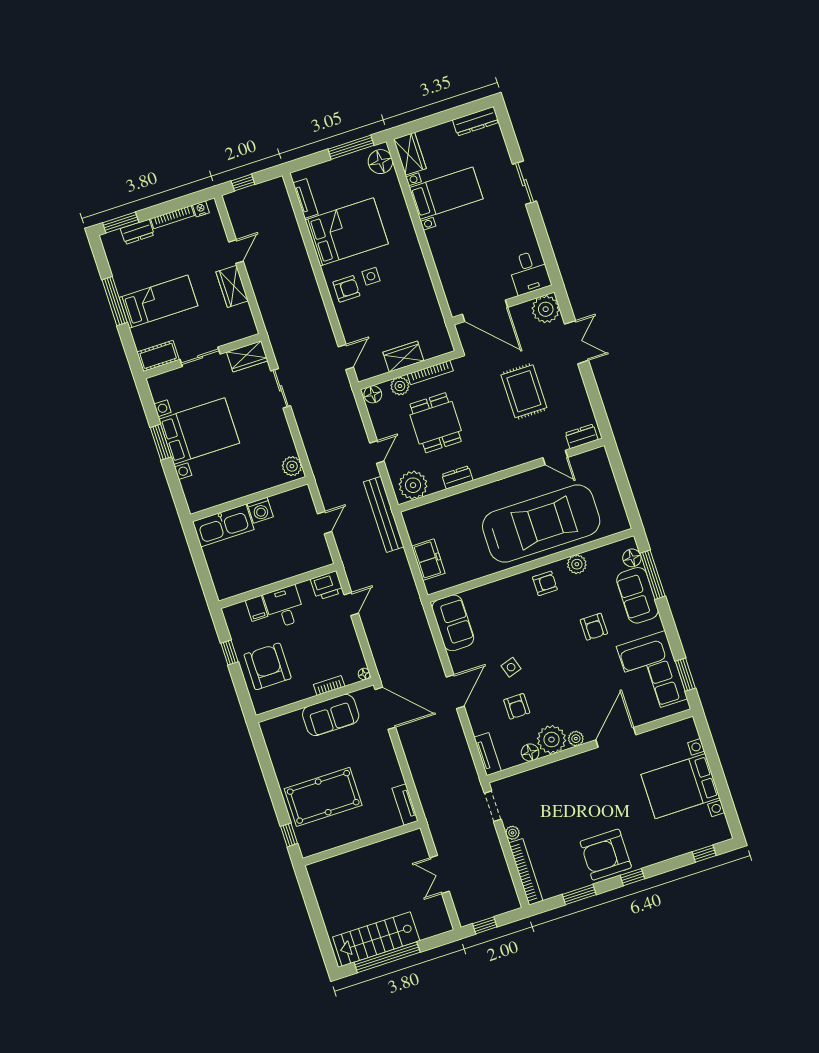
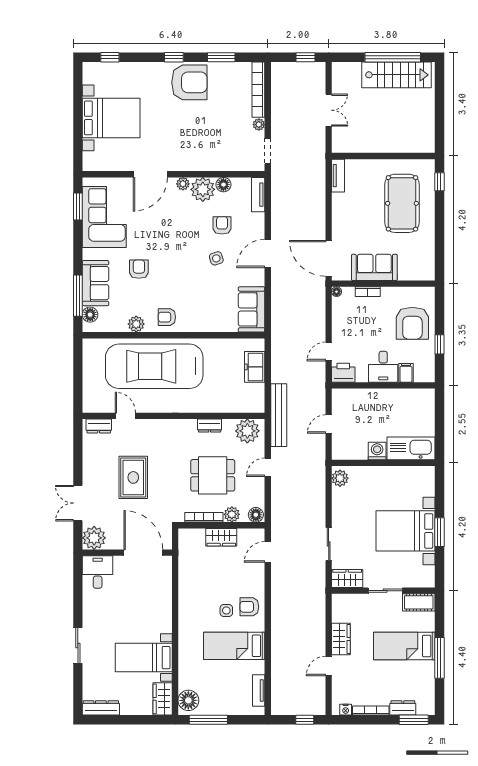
bed: (347, 232) -> (234, 646), width x0.67
dining table: (436, 423) -> (213, 475), turned 90
pool table: (323, 797) -> (402, 203), turned 90

